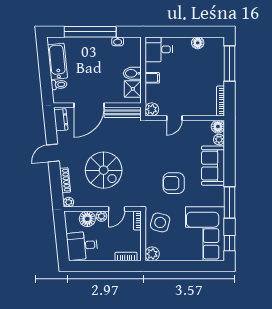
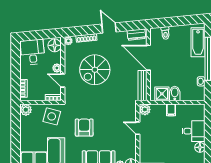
desk: (159, 49) -> (194, 131), moved, turned 90
bathtub: (57, 61) -> (198, 42), moved, turned 96
floor lamp: (87, 219) -> (55, 45), moved

